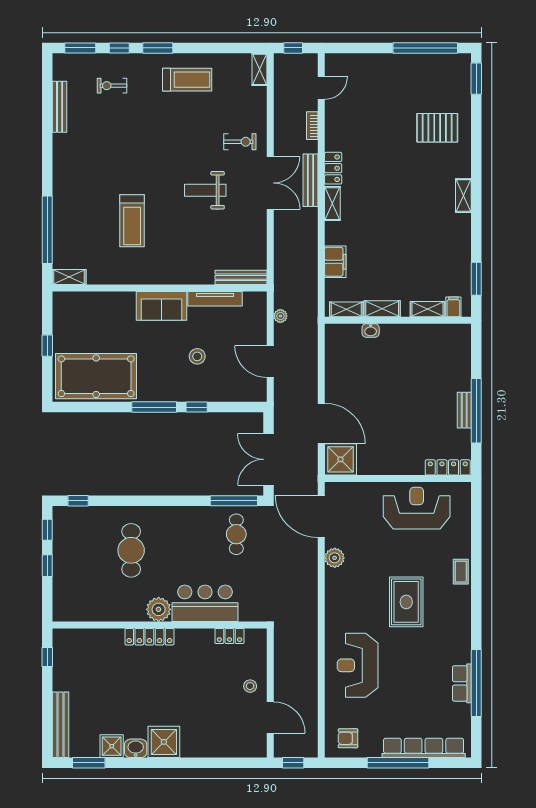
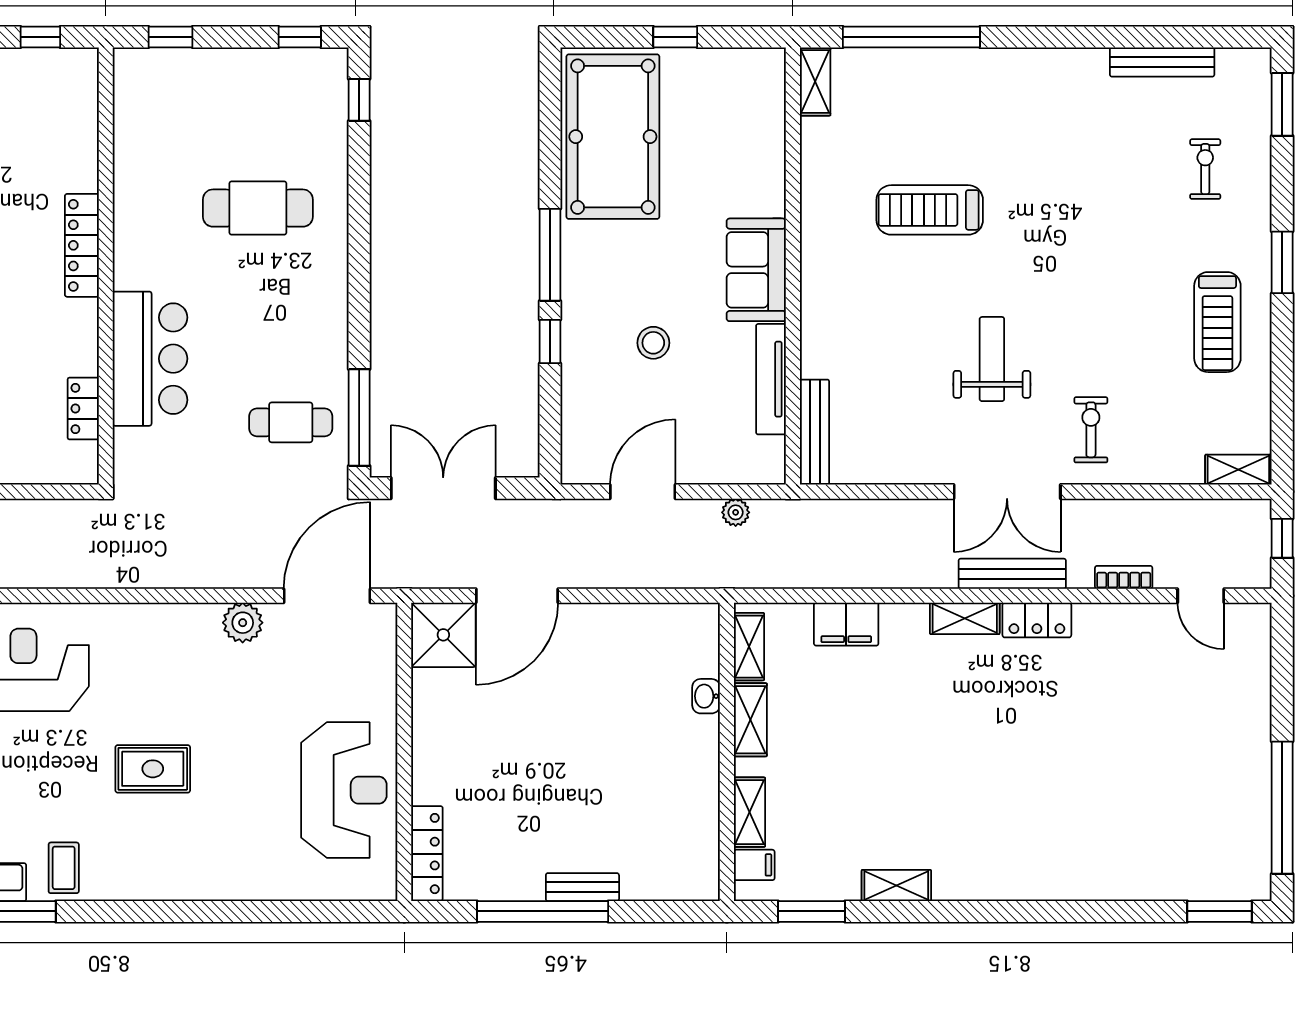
window: (119, 48) -> (1282, 184), removed
pallet: (437, 128) -> (1119, 832), removed
exercise bike: (240, 142) -> (1091, 430), turned 180
shelving: (463, 196) -> (896, 885), moved
bench: (464, 410) -> (582, 887), moved
window: (47, 566) -> (171, 37), moved
coffee table: (461, 572) -> (64, 868), moved, turned 90
rug: (406, 602) -> (153, 769), width x0.73, depth x0.70
plant: (159, 609) -> (138, 264), removed

